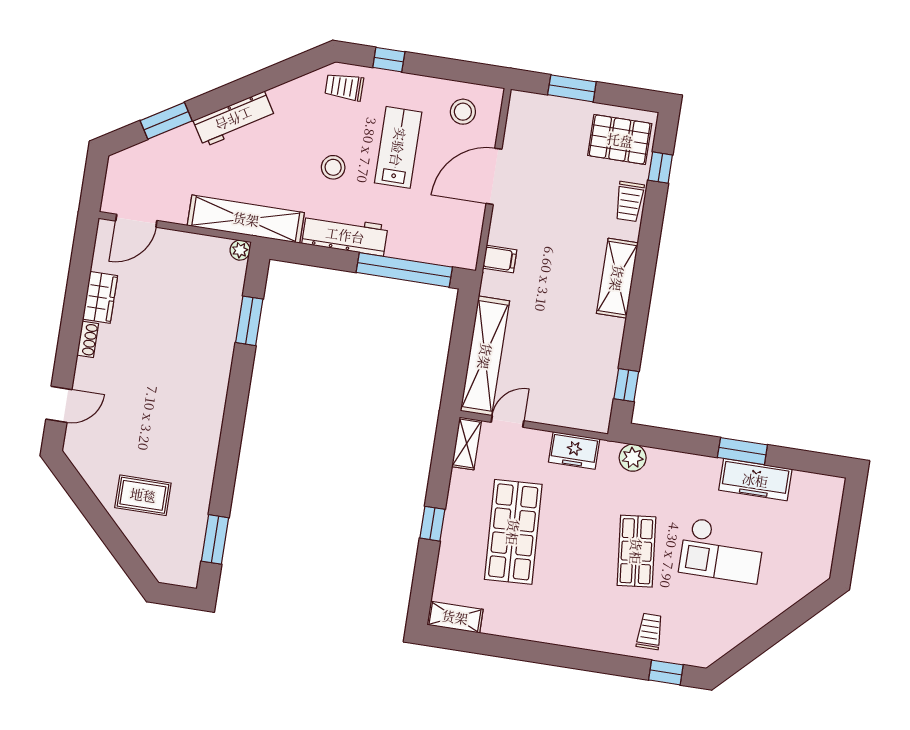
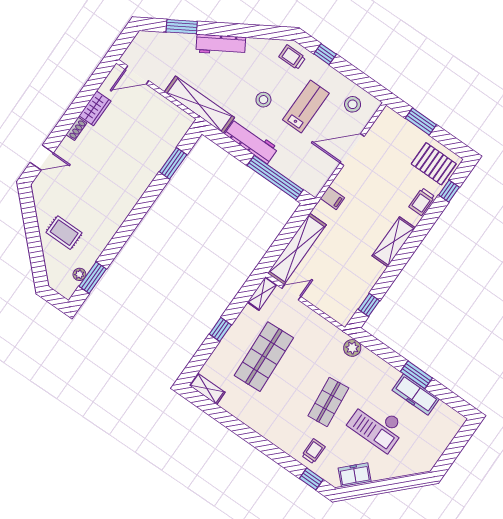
plant: (240, 250) -> (79, 274), moved
freezer: (574, 451) -> (355, 475), moved, turned 135

